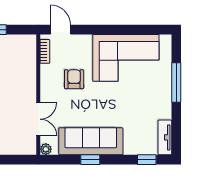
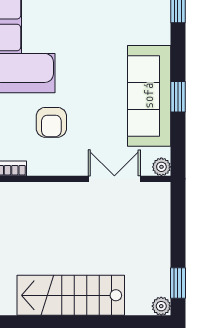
armchair: (74, 79) -> (51, 122), turned -90

